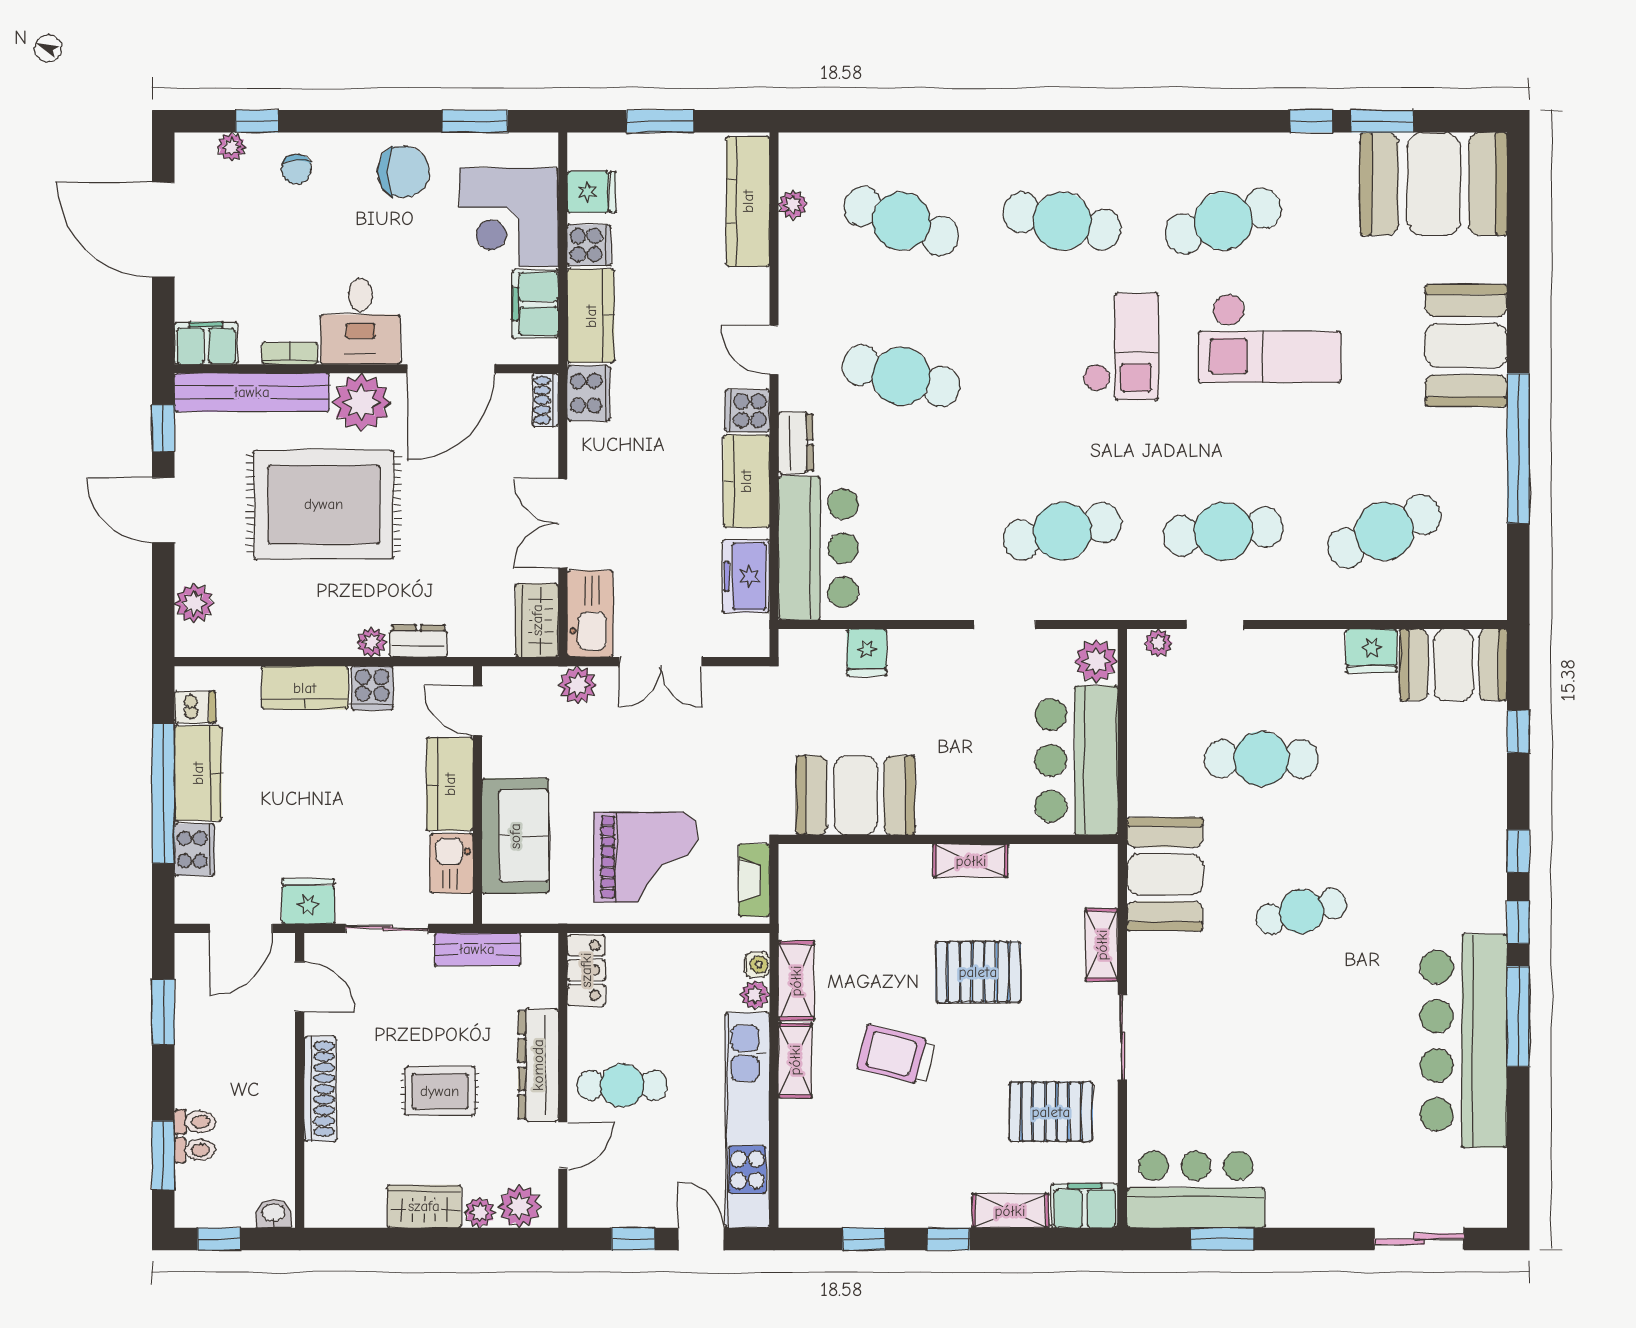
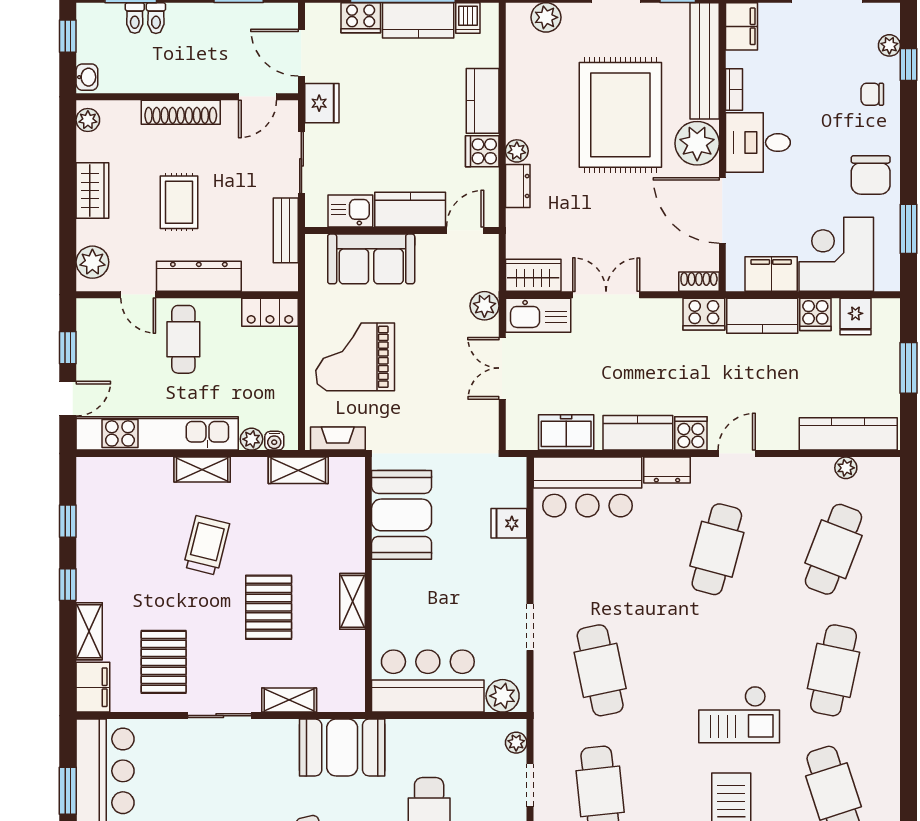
grand piano: (645, 857) -> (355, 357), turned 90
shelving: (796, 981) -> (298, 470), moved
plant: (480, 1212) -> (88, 120), moved

